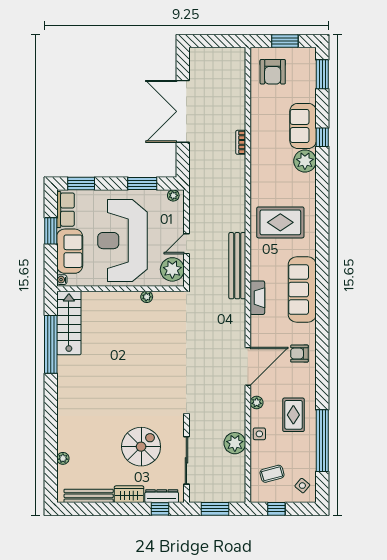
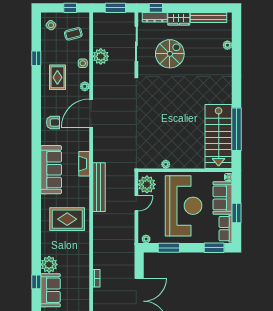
stairs: (69, 323) -> (219, 136), width x1.36, depth x1.51
window: (322, 441) -> (36, 58), width x0.32
spiral stairs: (141, 447) -> (170, 54), turned 180

